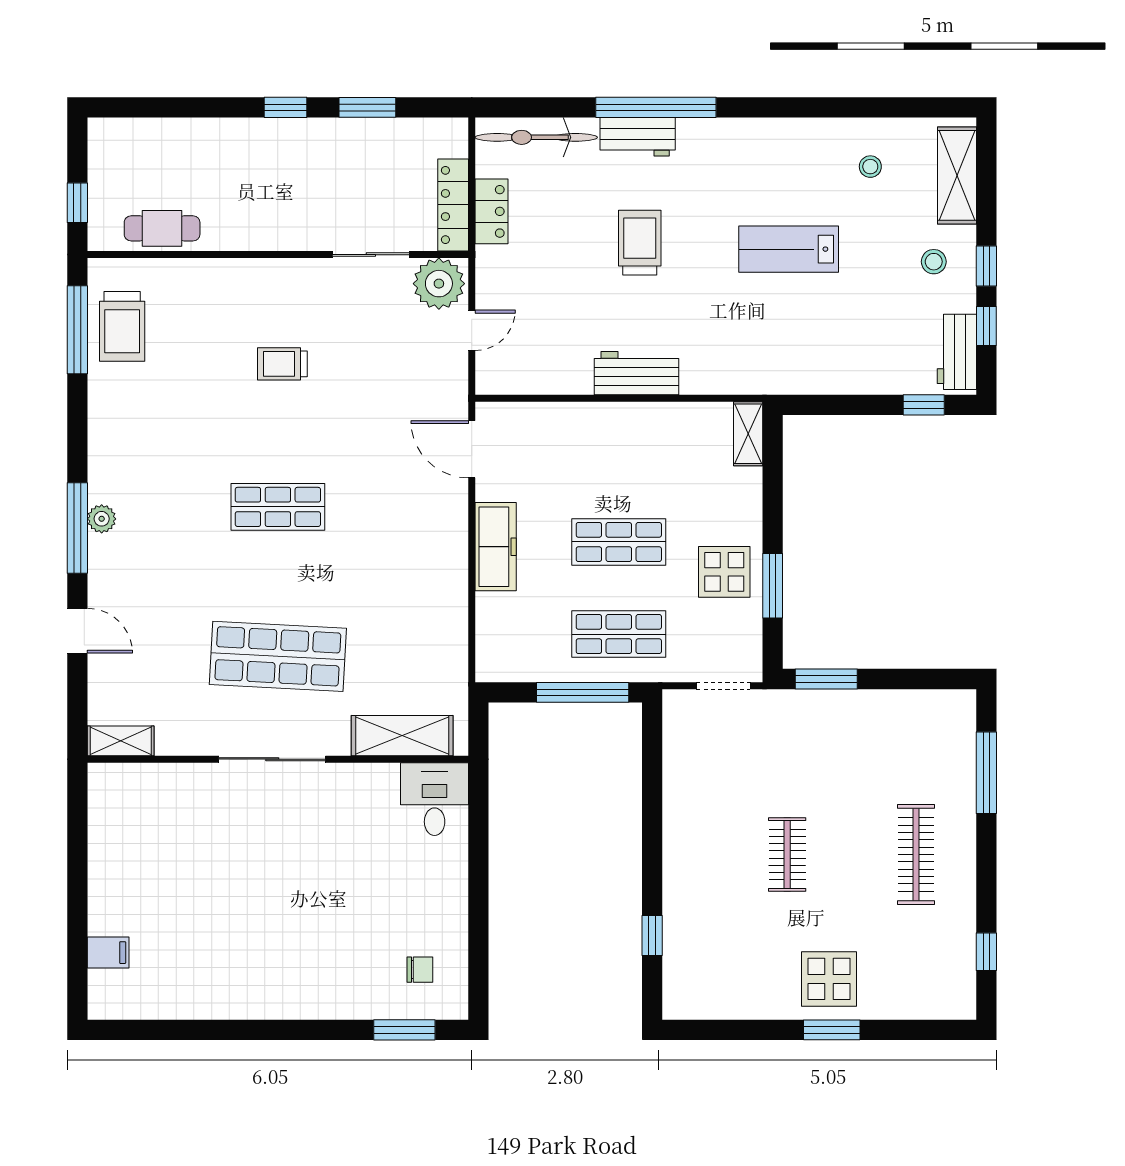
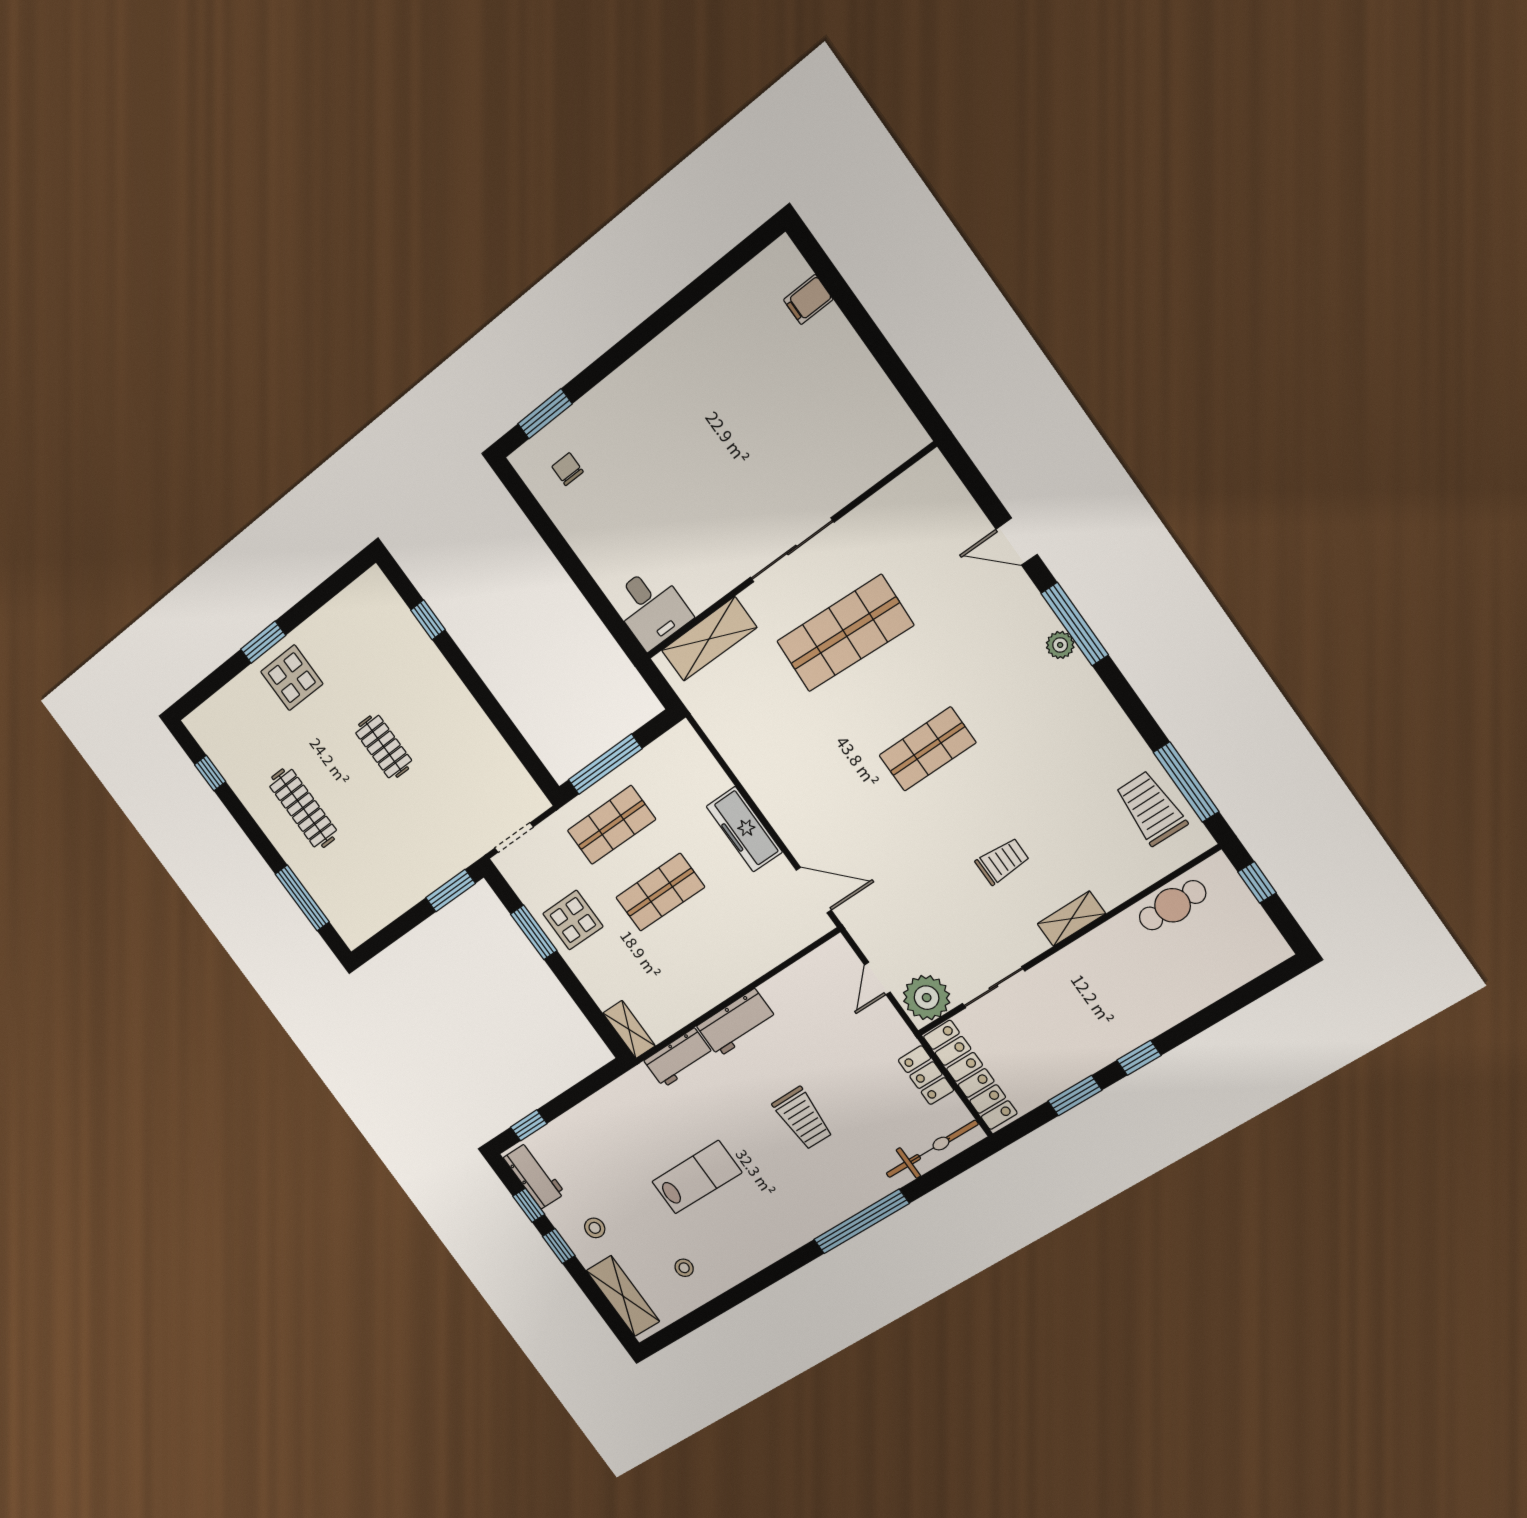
workbench: (638, 137) -> (679, 1058), moved, turned 180
locker: (453, 205) -> (970, 1075), width x1.41, depth x1.21
shelving: (121, 741) -> (1071, 919), moved
chair: (420, 970) -> (568, 469), turned 90

